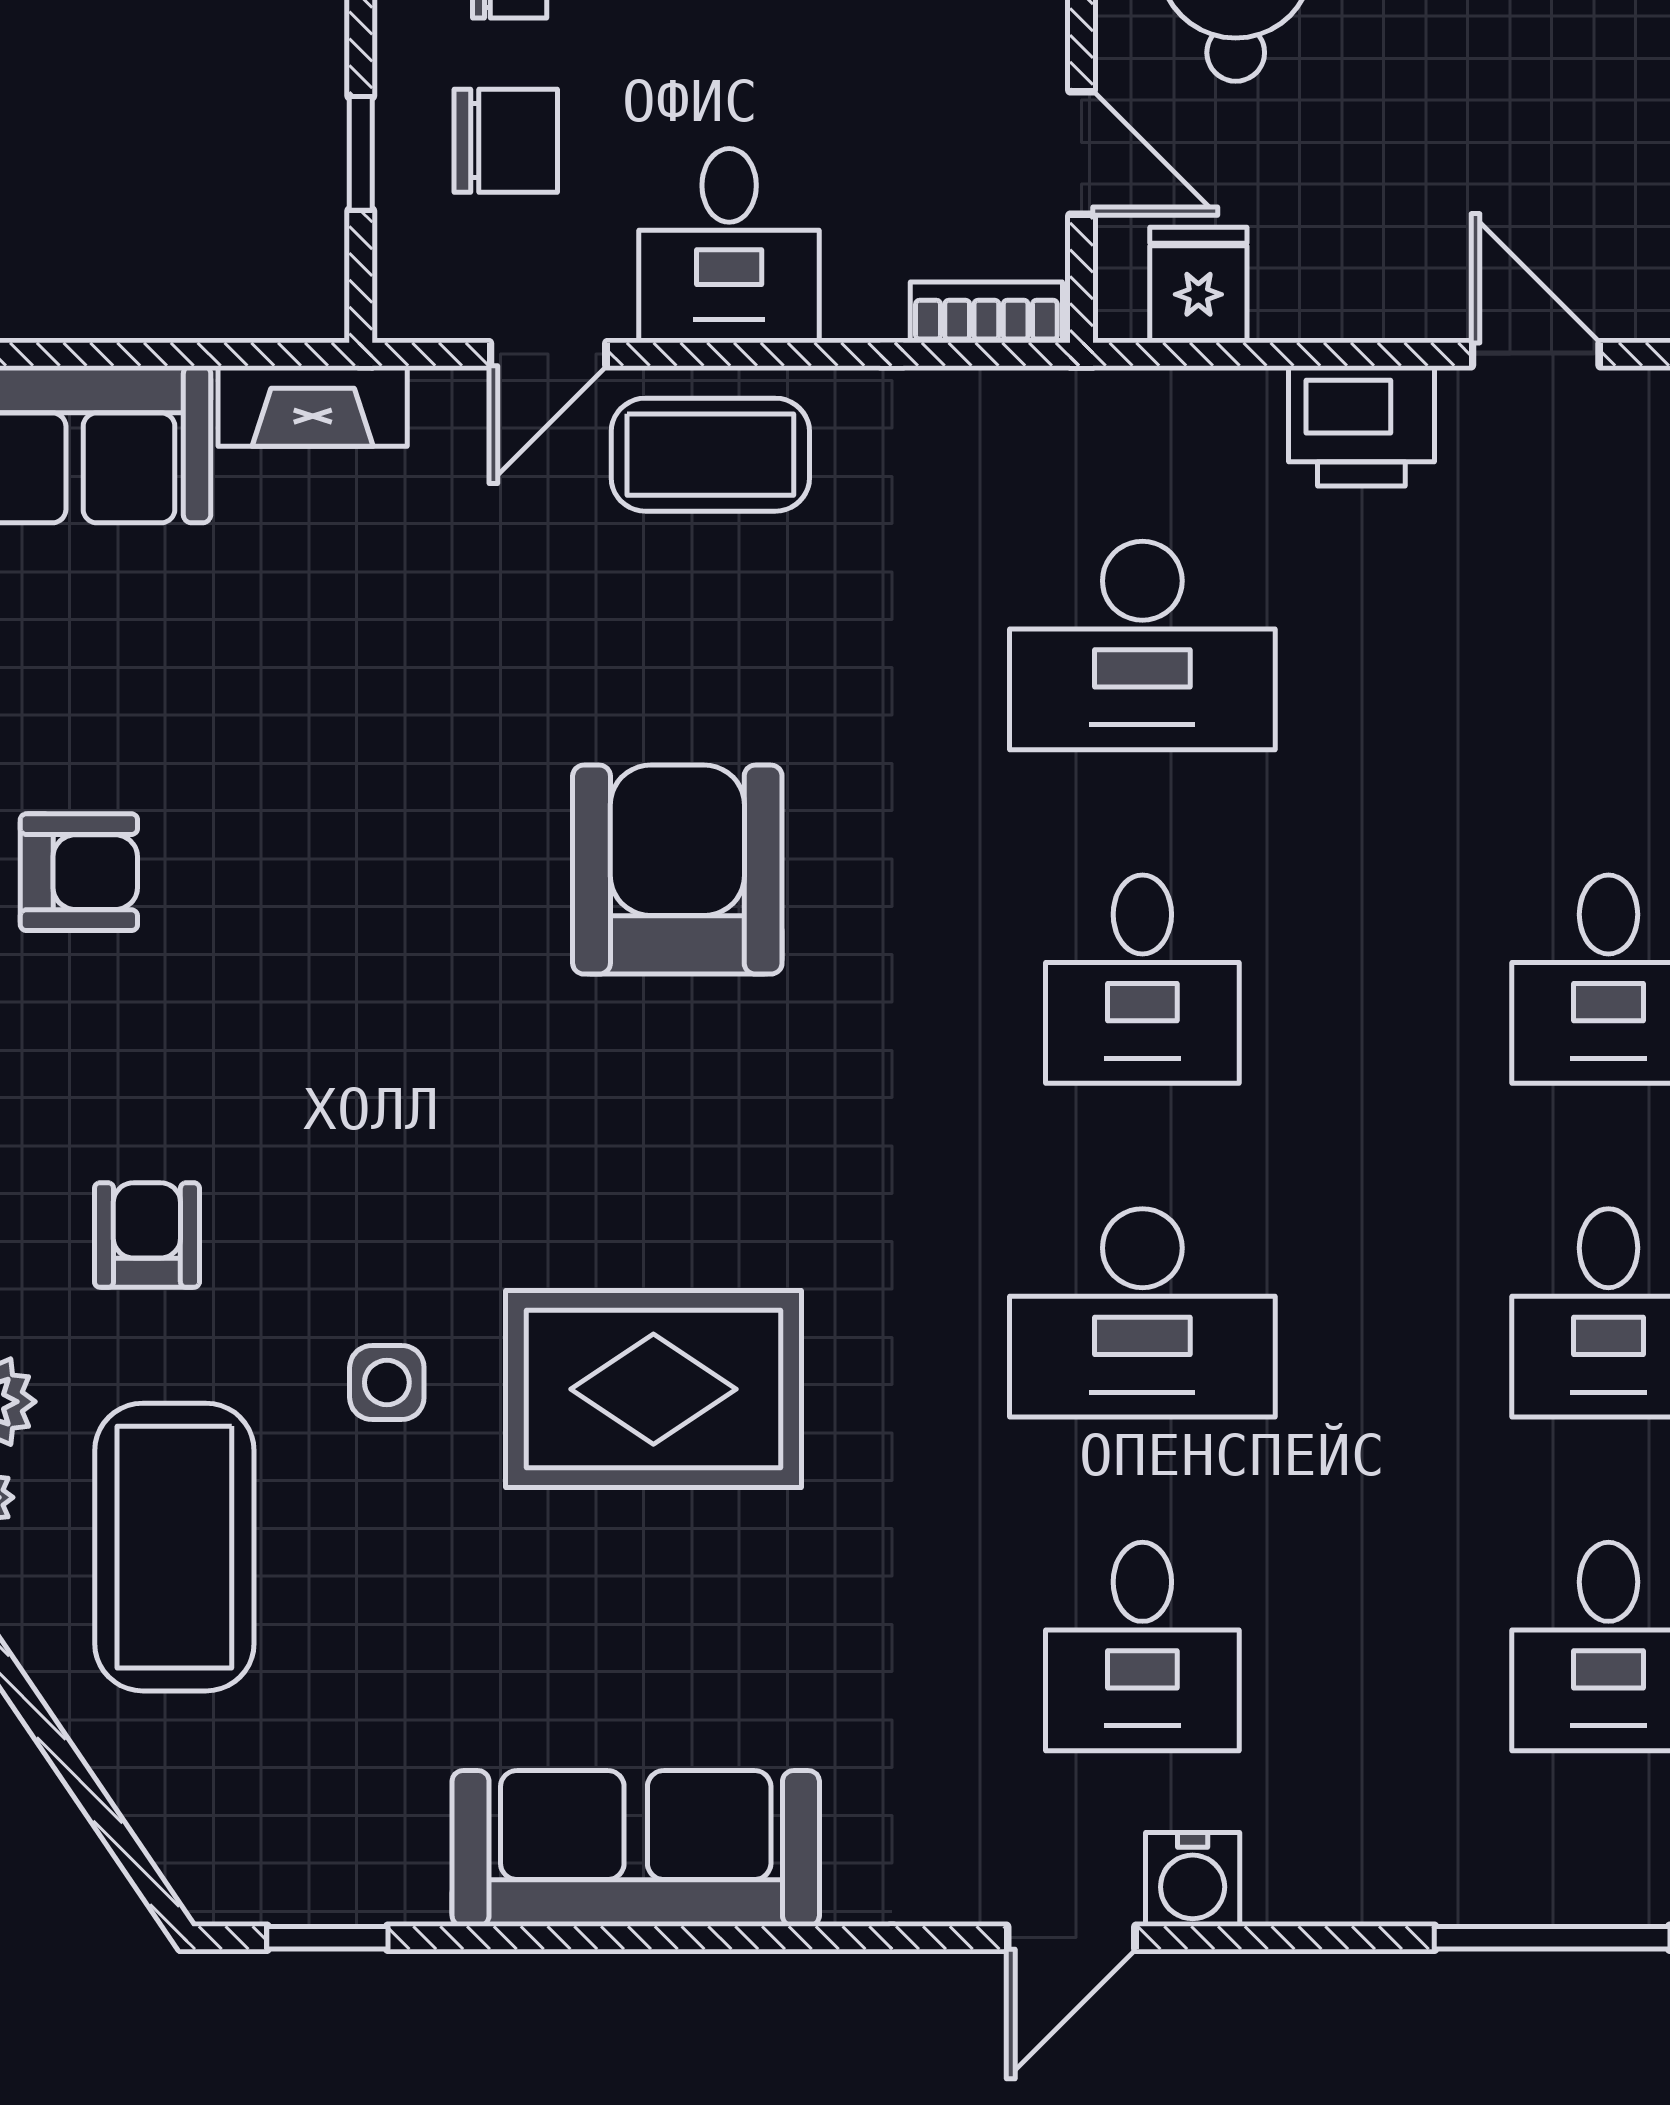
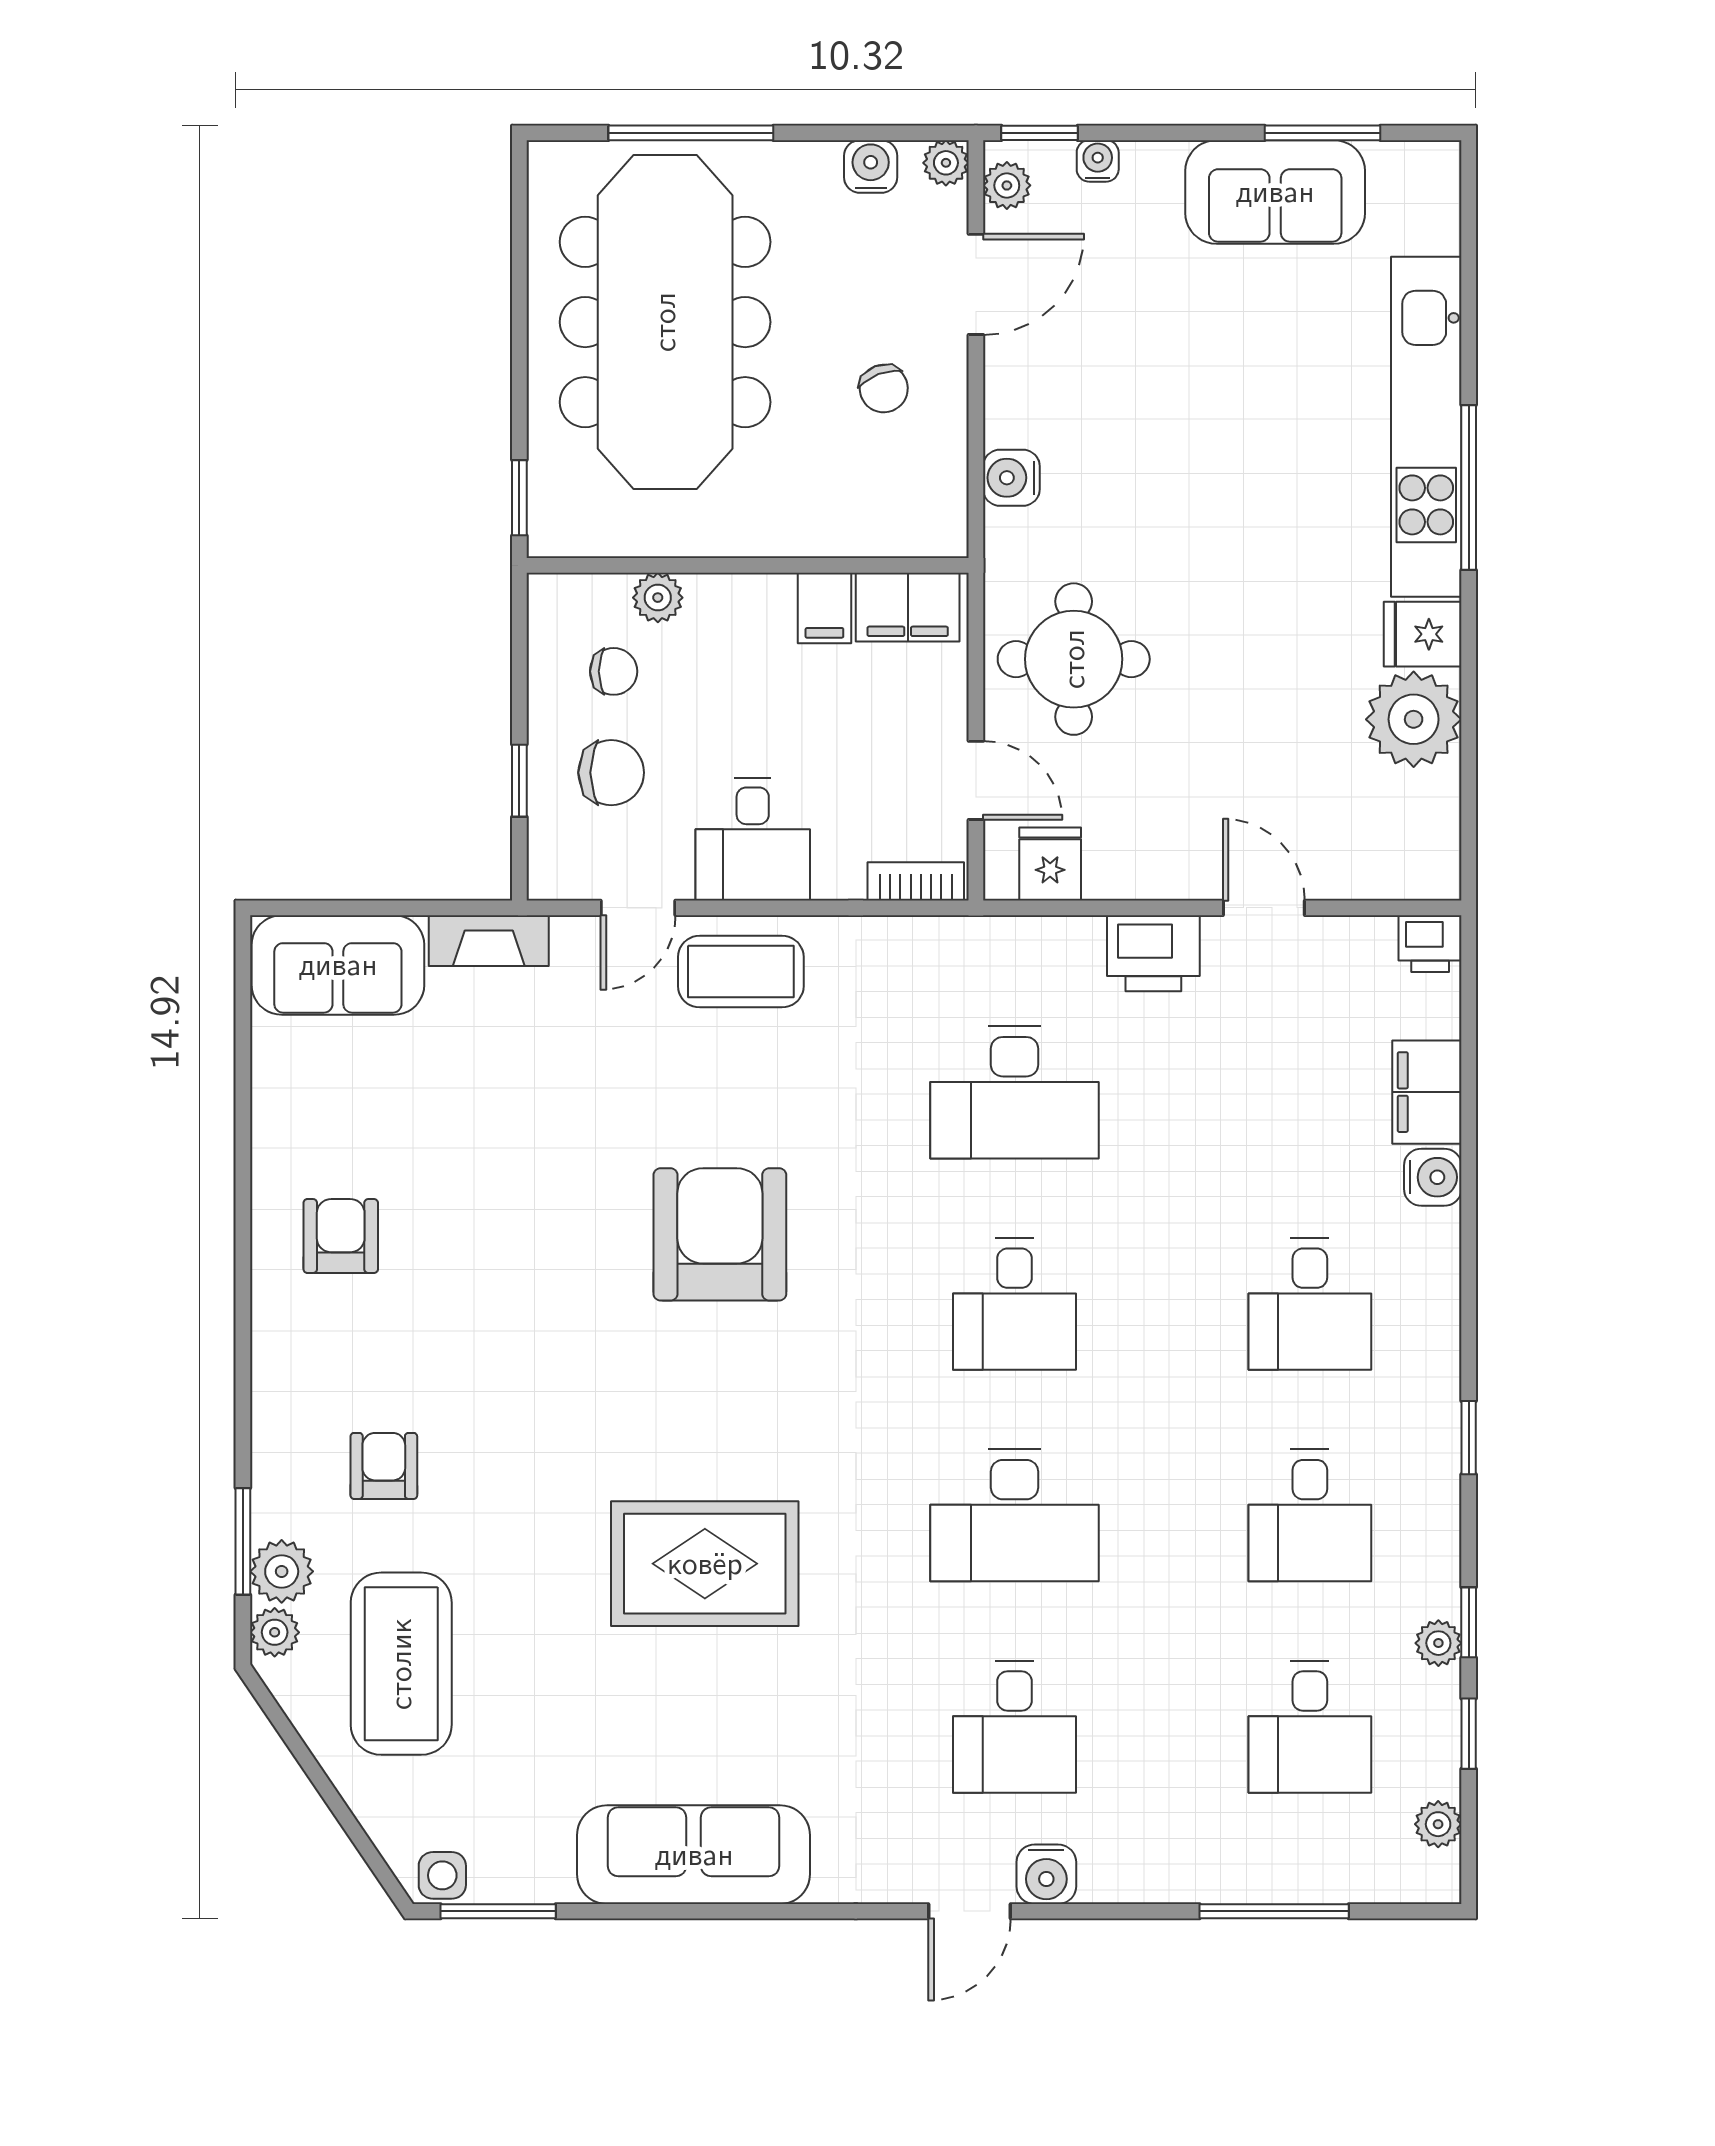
armchair: (79, 872) -> (341, 1236), turned -90
side table: (387, 1382) -> (442, 1875), moved
window: (327, 1938) -> (498, 1911), width x1.50

